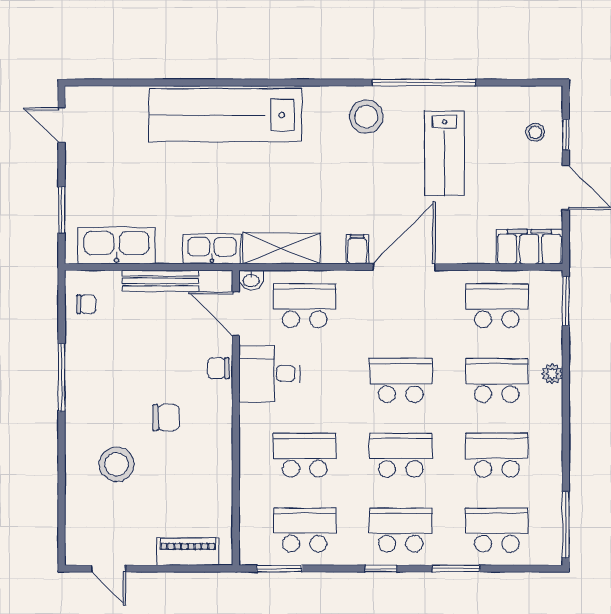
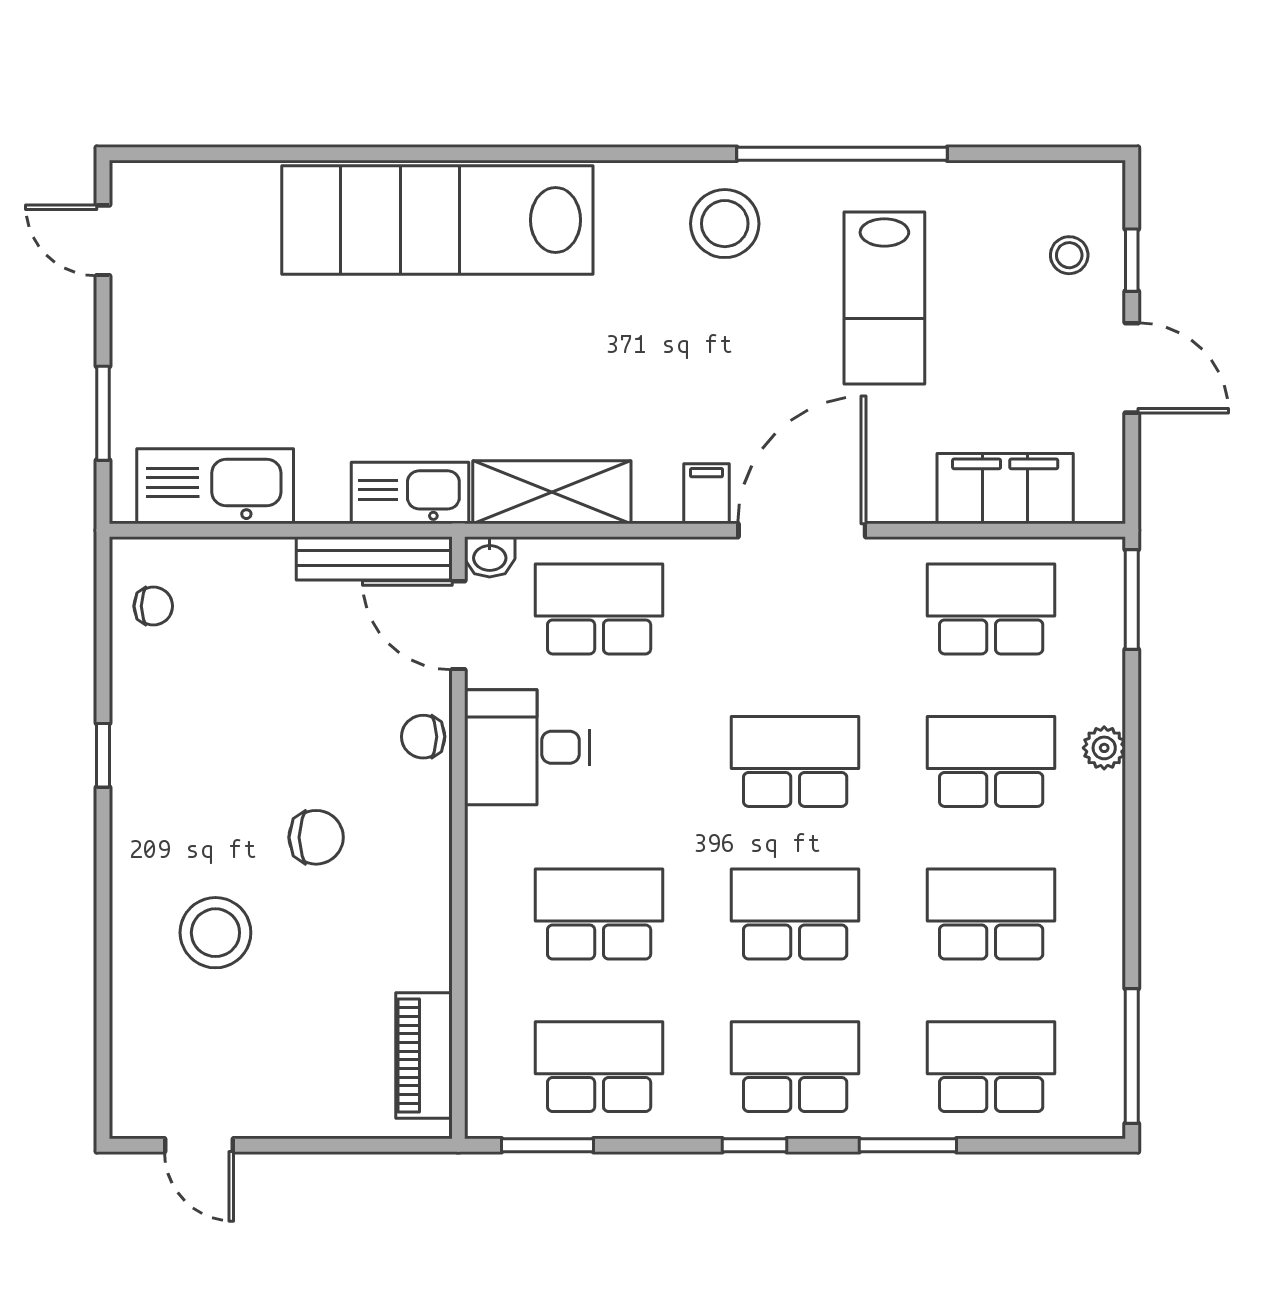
filing cabinet: (529, 247) -> (1005, 489), moved
bench: (160, 281) -> (374, 558), moved
window: (62, 377) -> (103, 755), width x0.46
piano: (188, 552) -> (424, 1056), moved, turned -90

